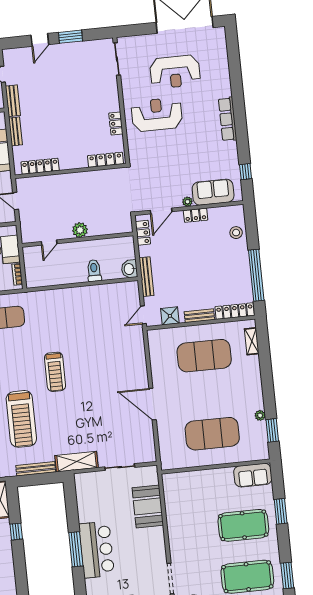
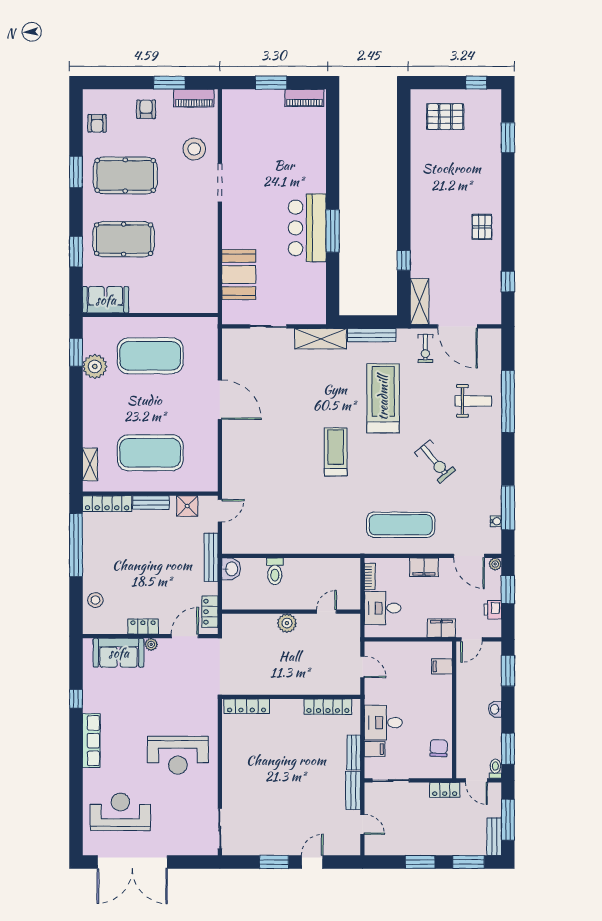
reception desk: (175, 72) -> (120, 812), moved
locker: (116, 123) -> (229, 749), removed
window: (246, 172) -> (76, 699), moved
plant: (260, 415) -> (95, 366), width x1.88, depth x1.88

